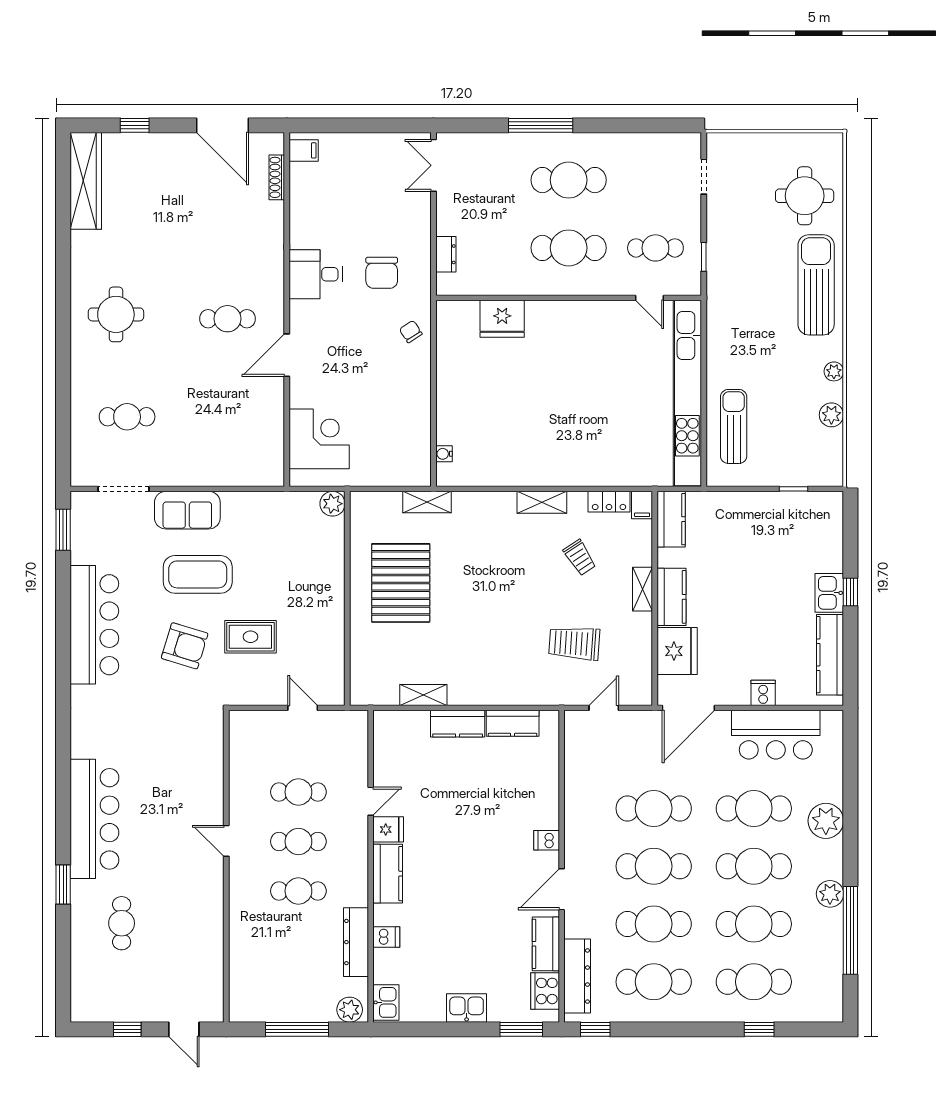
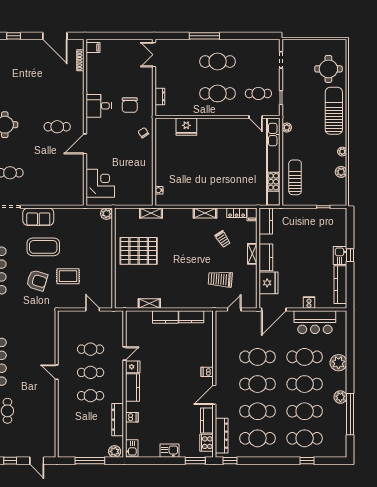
plant: (716, 320) -> (287, 127), added
pallet: (401, 583) -> (139, 251), turned 90

